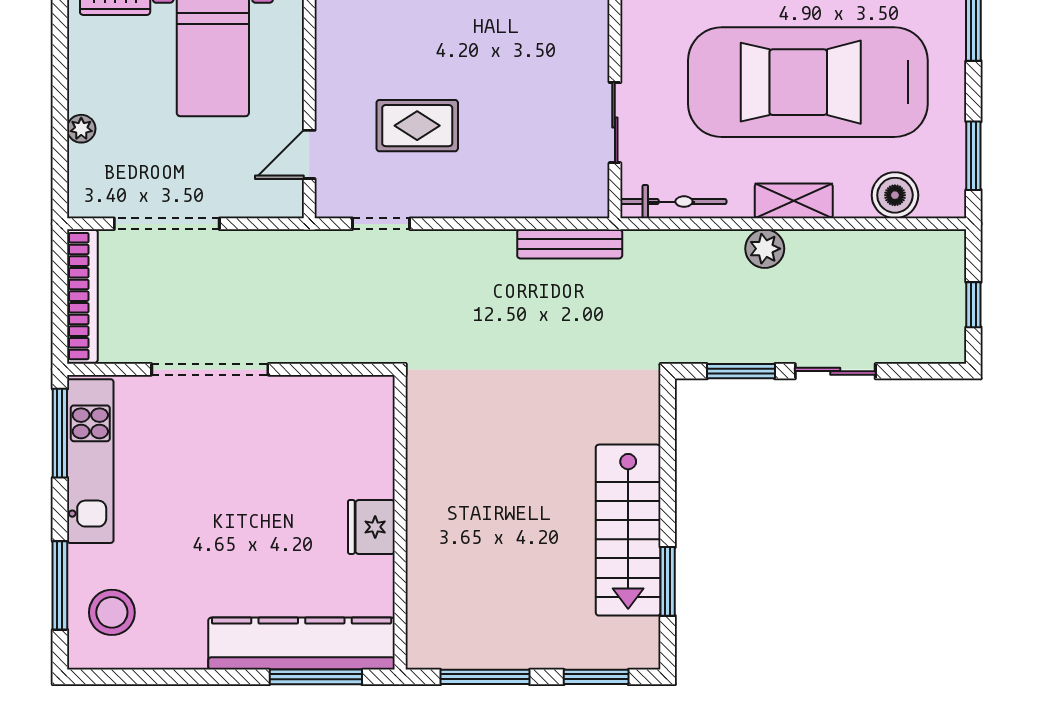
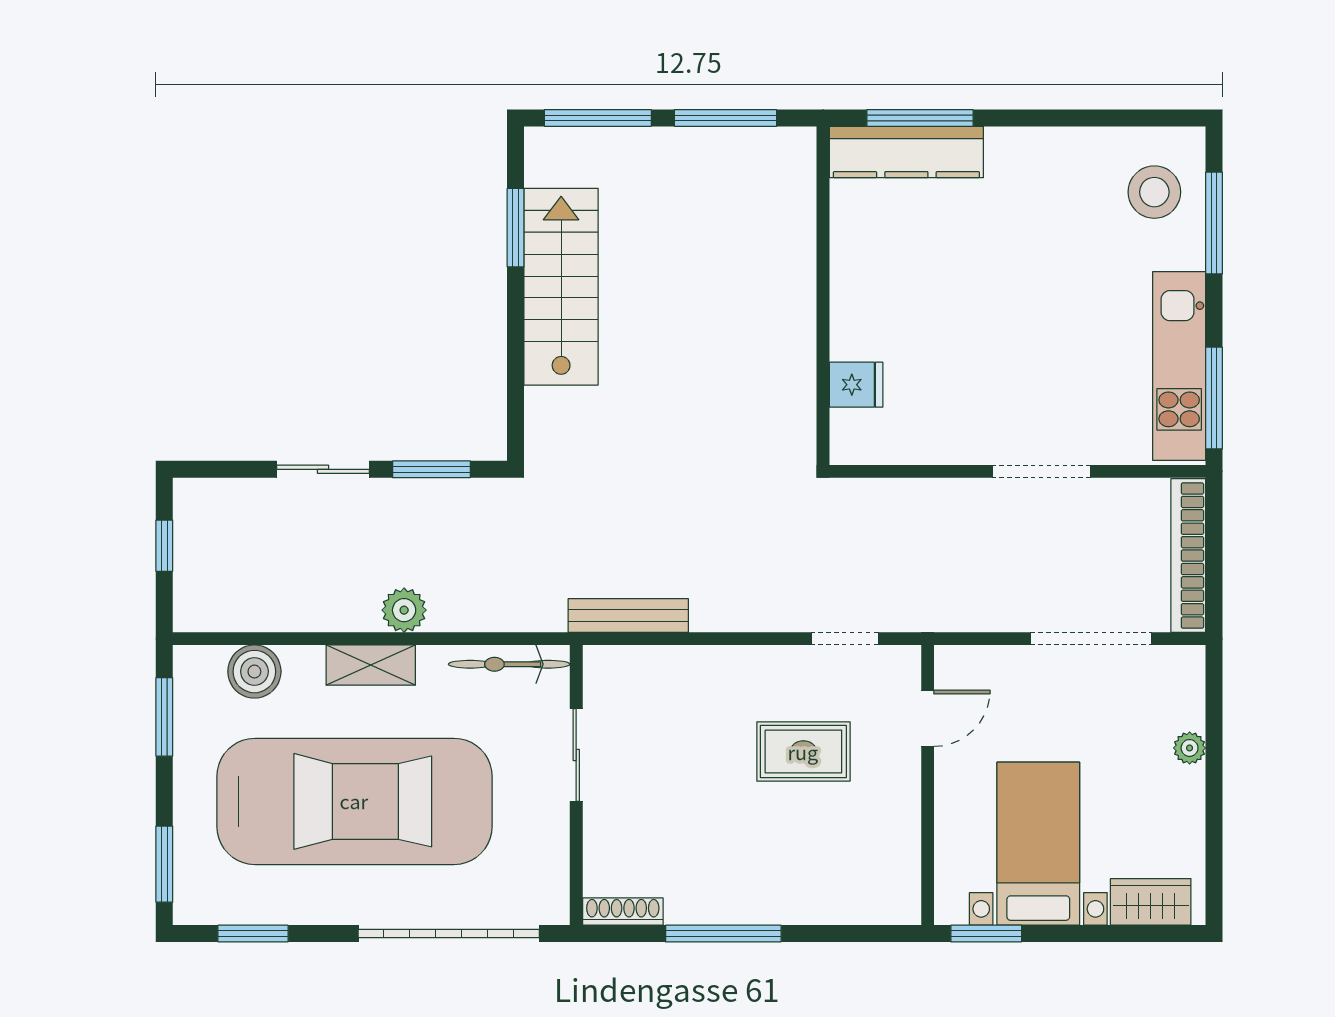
doorway: (210, 369) -> (1042, 471), width x0.73
fridge: (371, 527) -> (856, 385), moved, width x0.72
kitchen counter: (302, 644) -> (906, 152), width x0.72, depth x0.86
window: (596, 677) -> (598, 118), width x1.44

